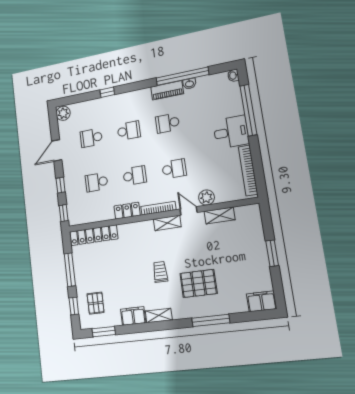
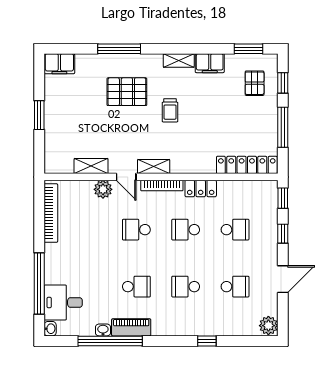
desk: (231, 132) -> (63, 302), moved

